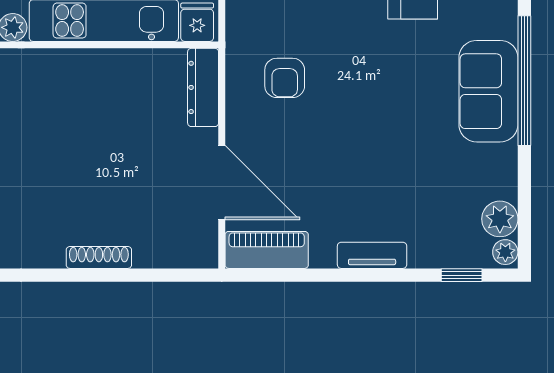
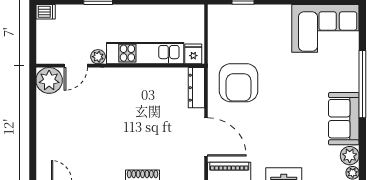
armchair: (285, 78) -> (239, 83), width x1.88, depth x1.88
sofa: (488, 91) -> (344, 119), moved

